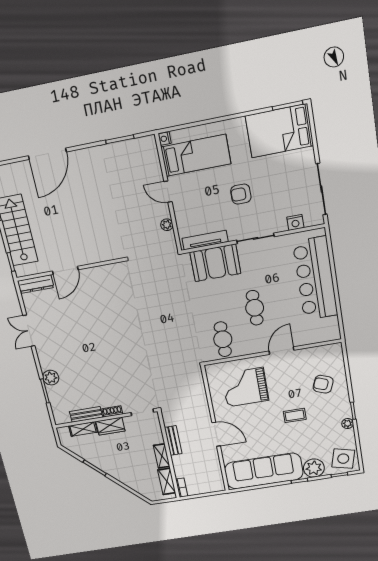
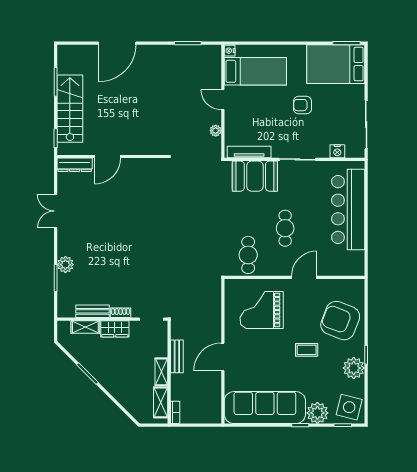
armchair: (241, 194) -> (303, 105), moved
armchair: (323, 384) -> (340, 321), width x1.88, depth x1.88
plant: (348, 423) -> (354, 368), width x1.87, depth x1.87
door: (216, 434) -> (223, 357), swing flipped

